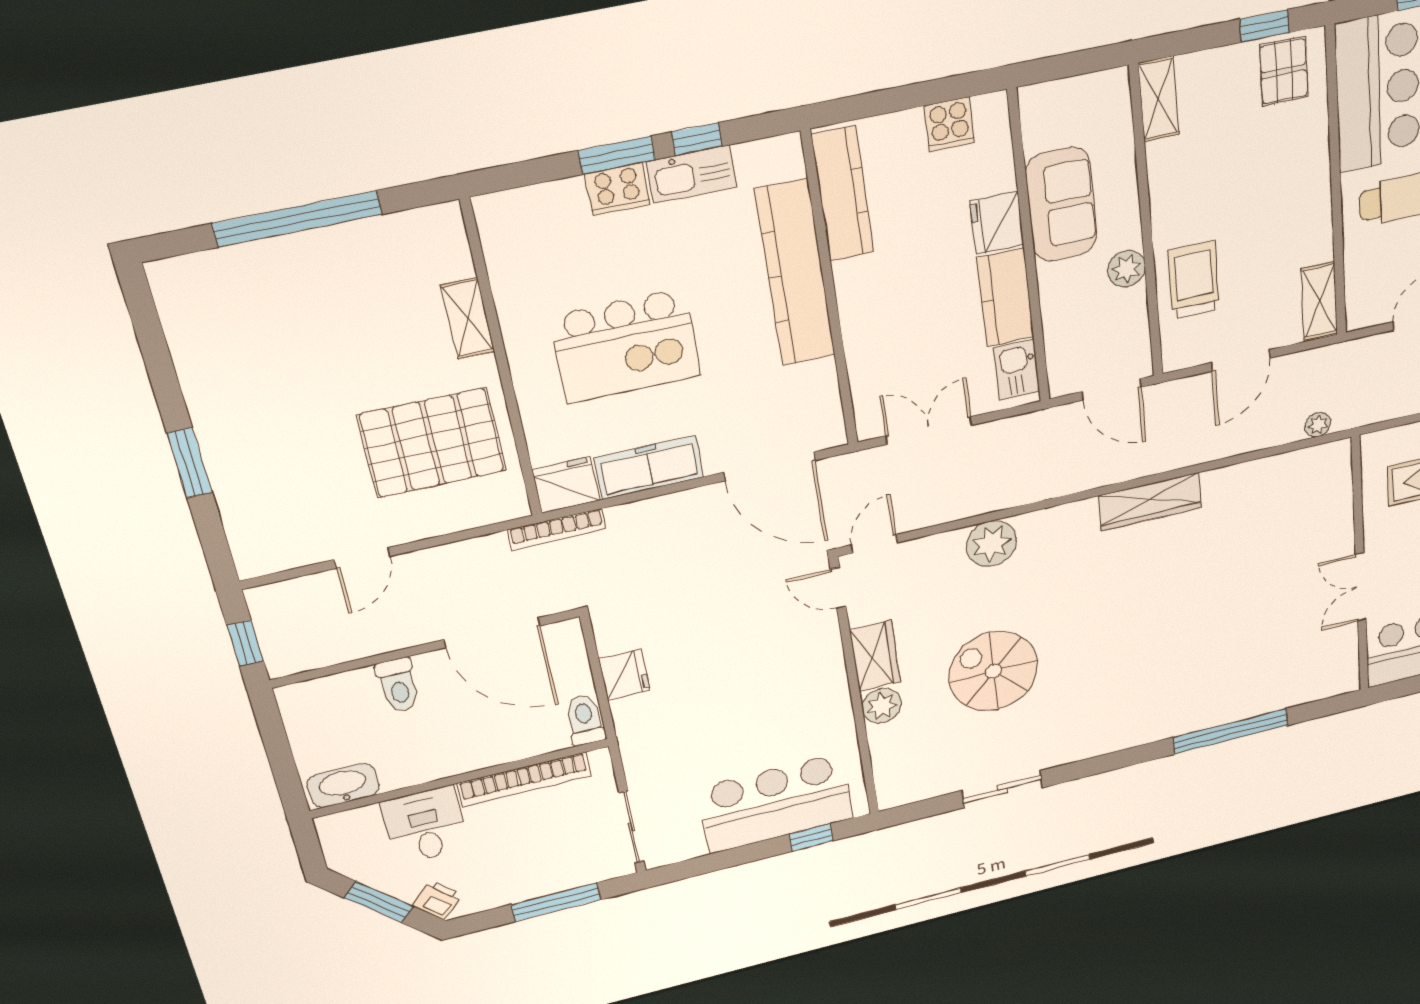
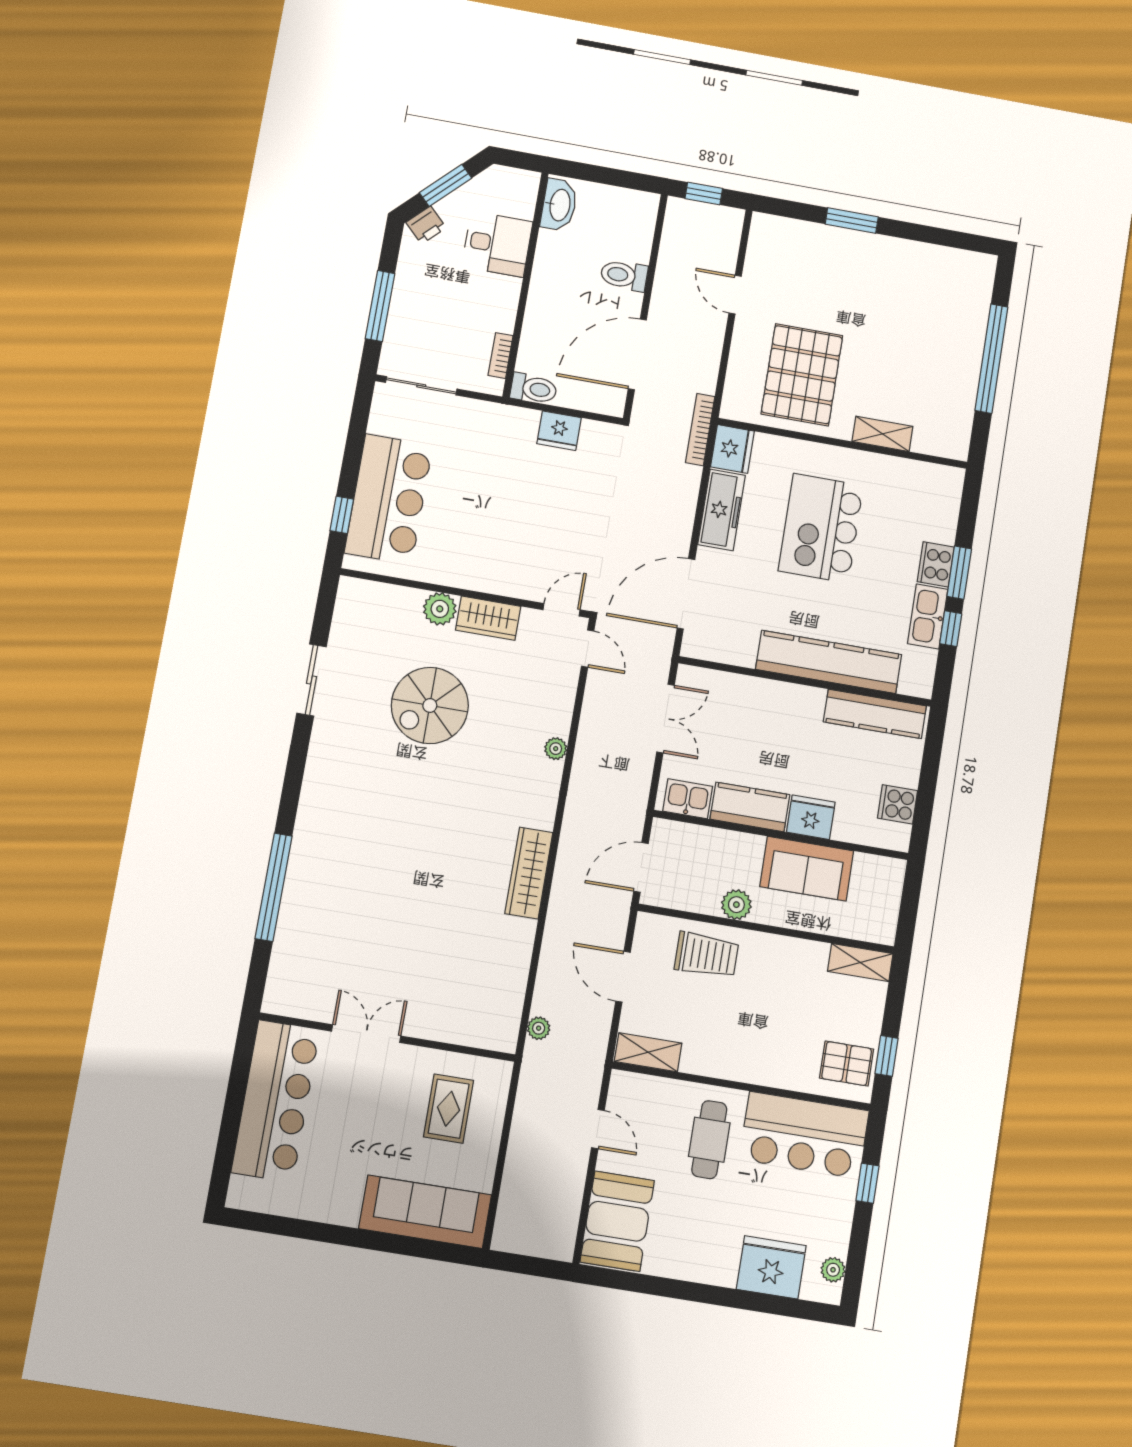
plant: (991, 544) -> (556, 749), width x0.53, depth x0.53
spiral stairs: (993, 671) -> (430, 705), turned 180
bookcase: (524, 780) -> (501, 356), width x0.43, depth x0.76

